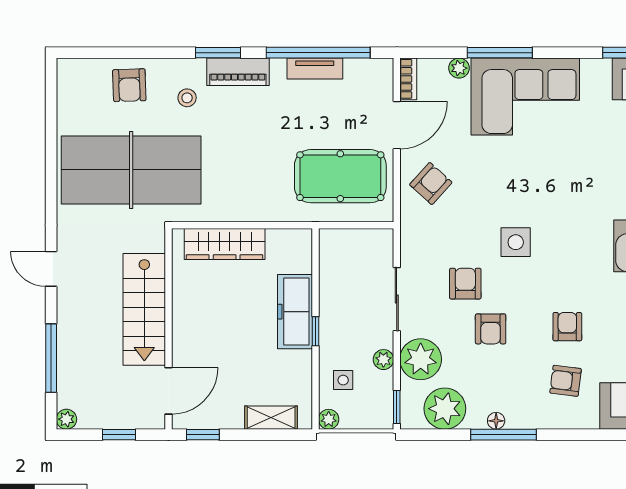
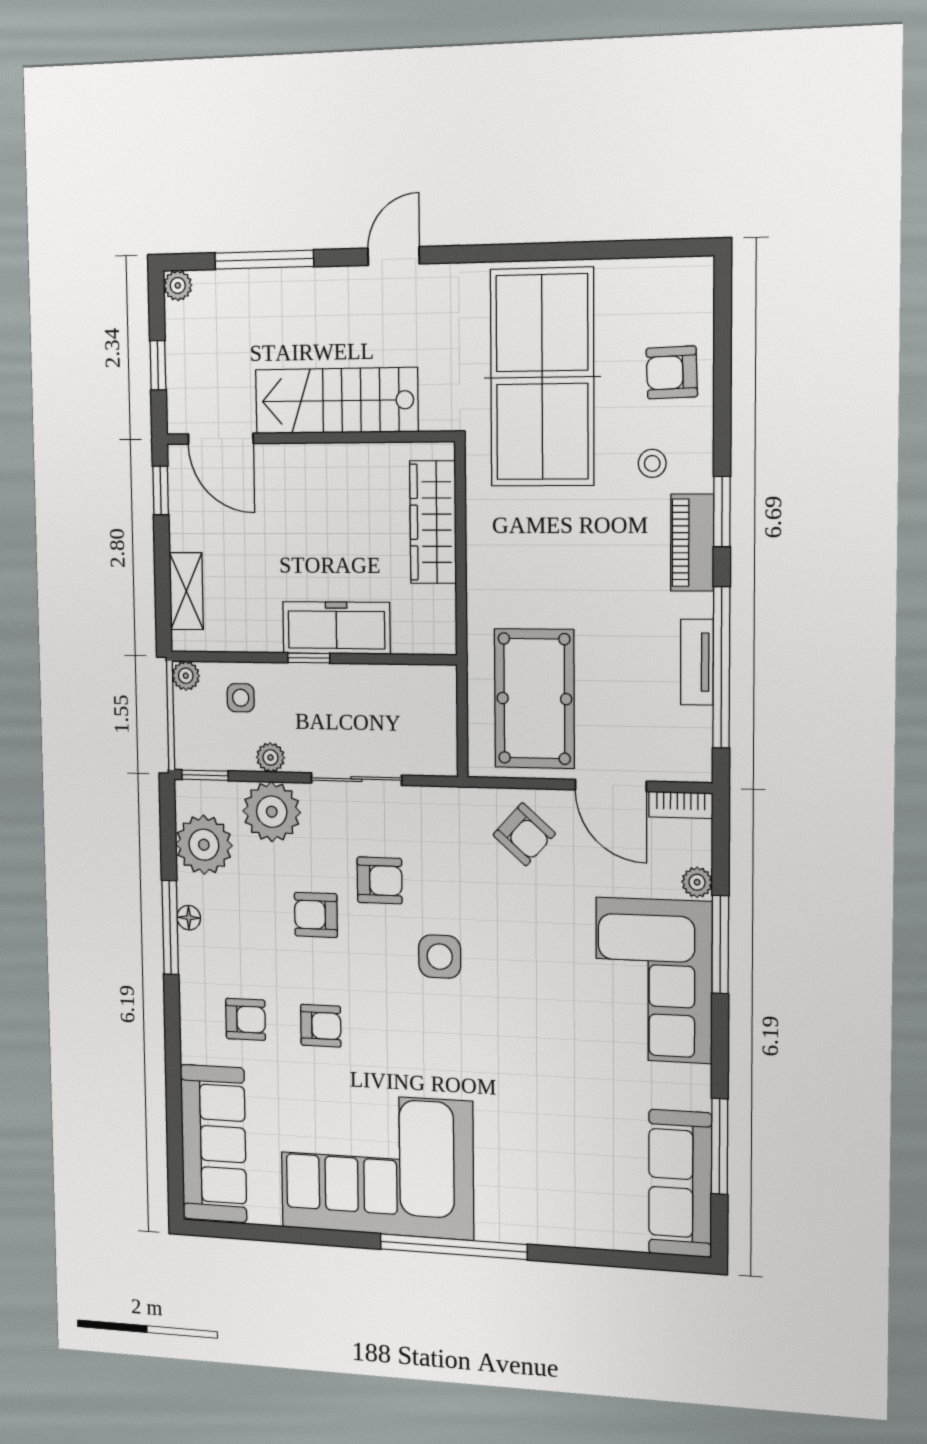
armchair: (566, 381) -> (246, 1019), turned 83

